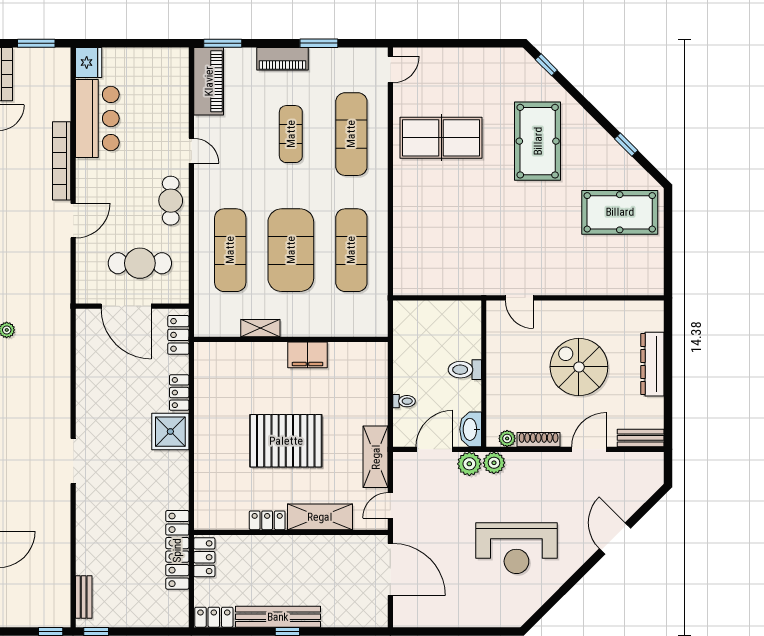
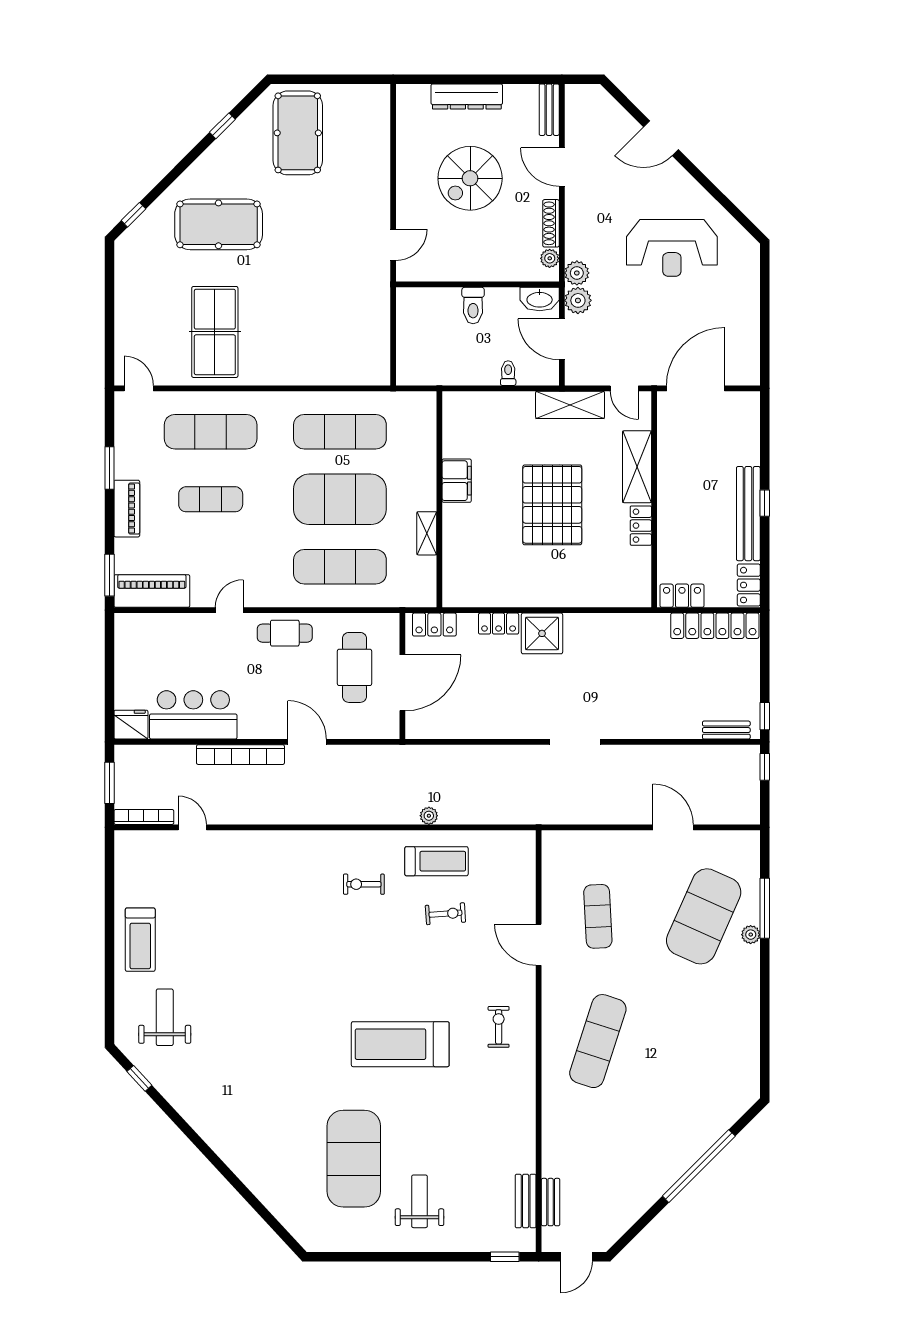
reception desk: (516, 548) -> (672, 248), turned 90
locker: (177, 550) -> (715, 626), moved

